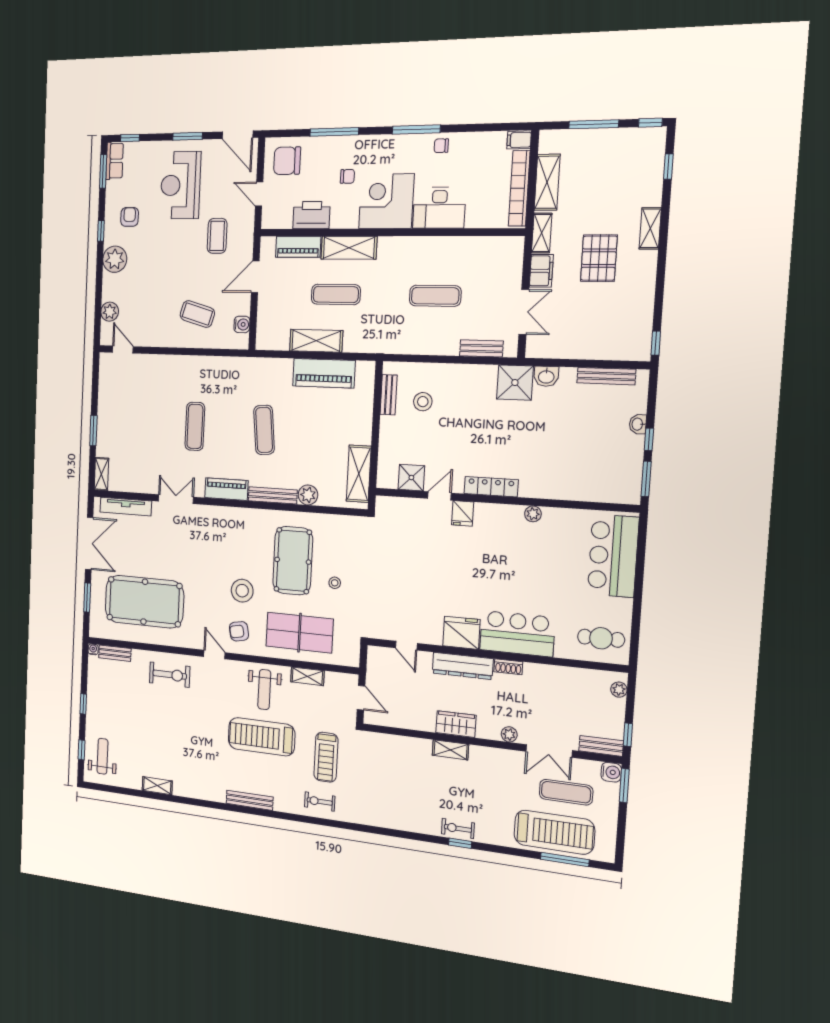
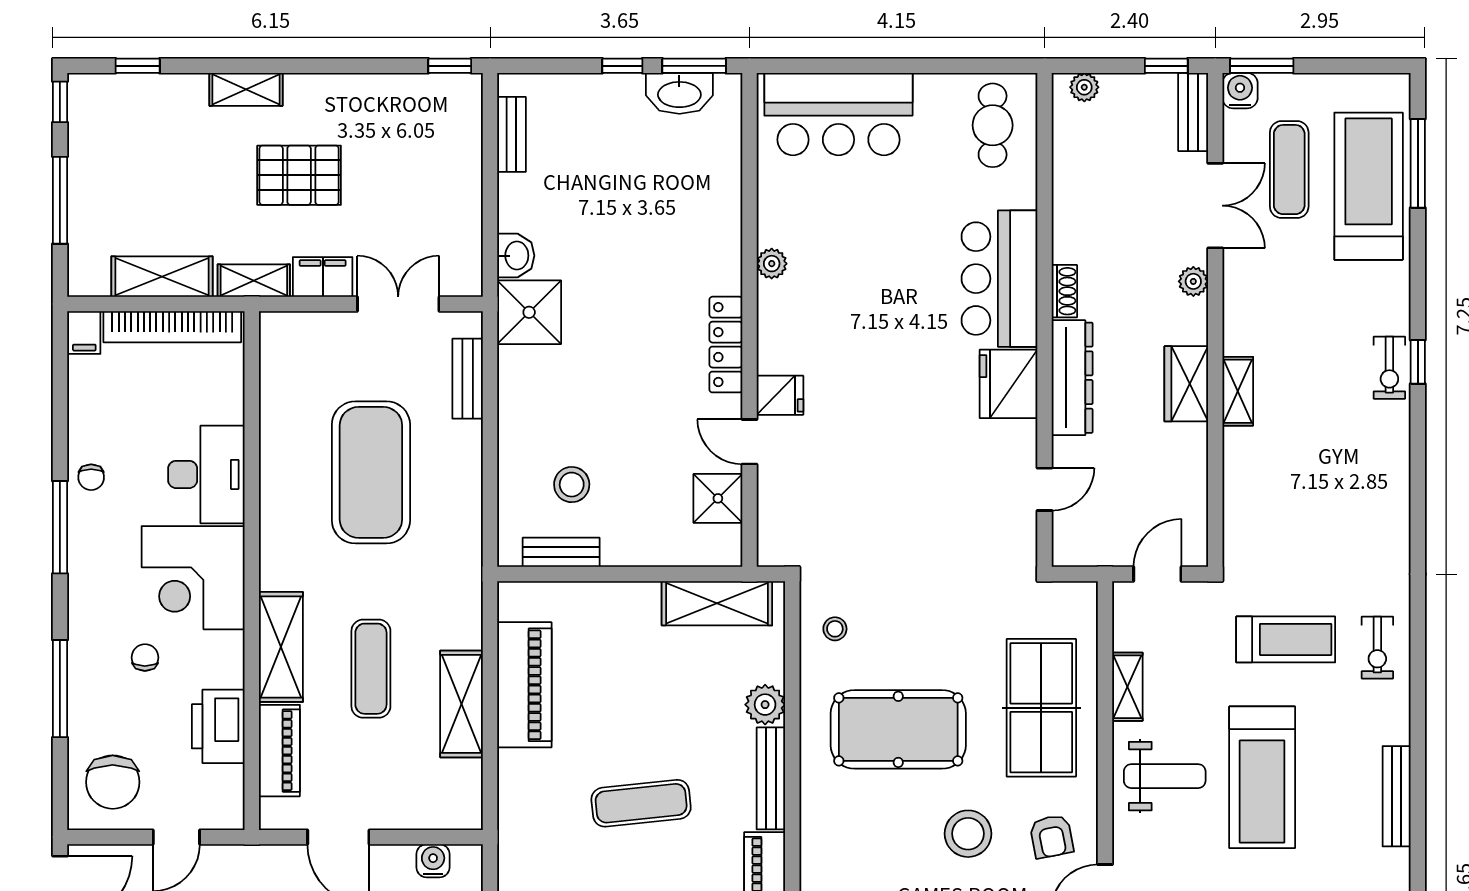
exercise mat: (435, 296) -> (371, 472), width x2.00, depth x1.45
bench: (606, 376) -> (511, 134), width x0.73
washbasin: (638, 424) -> (679, 93), moved, width x1.91, depth x1.45
stool: (335, 583) -> (835, 629), moved

